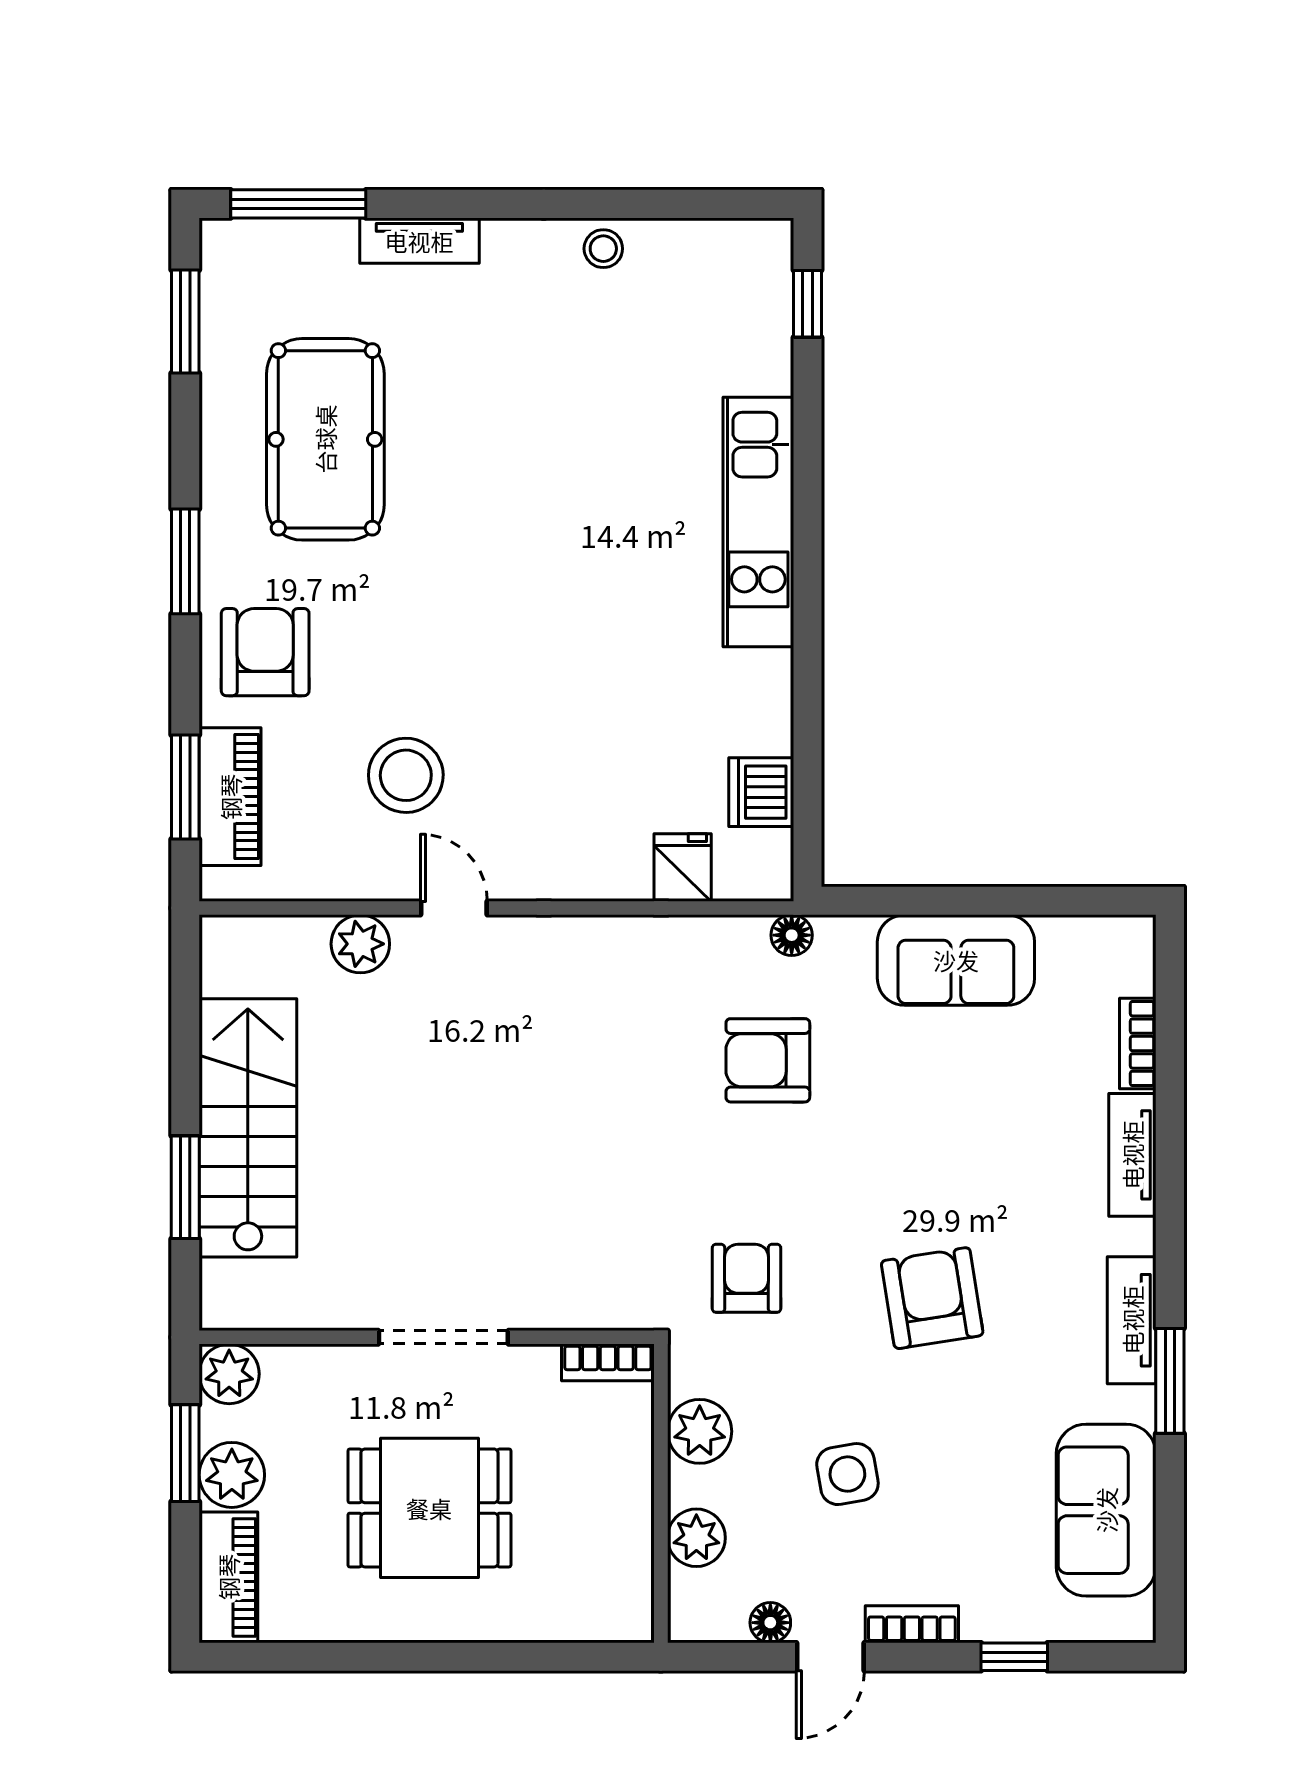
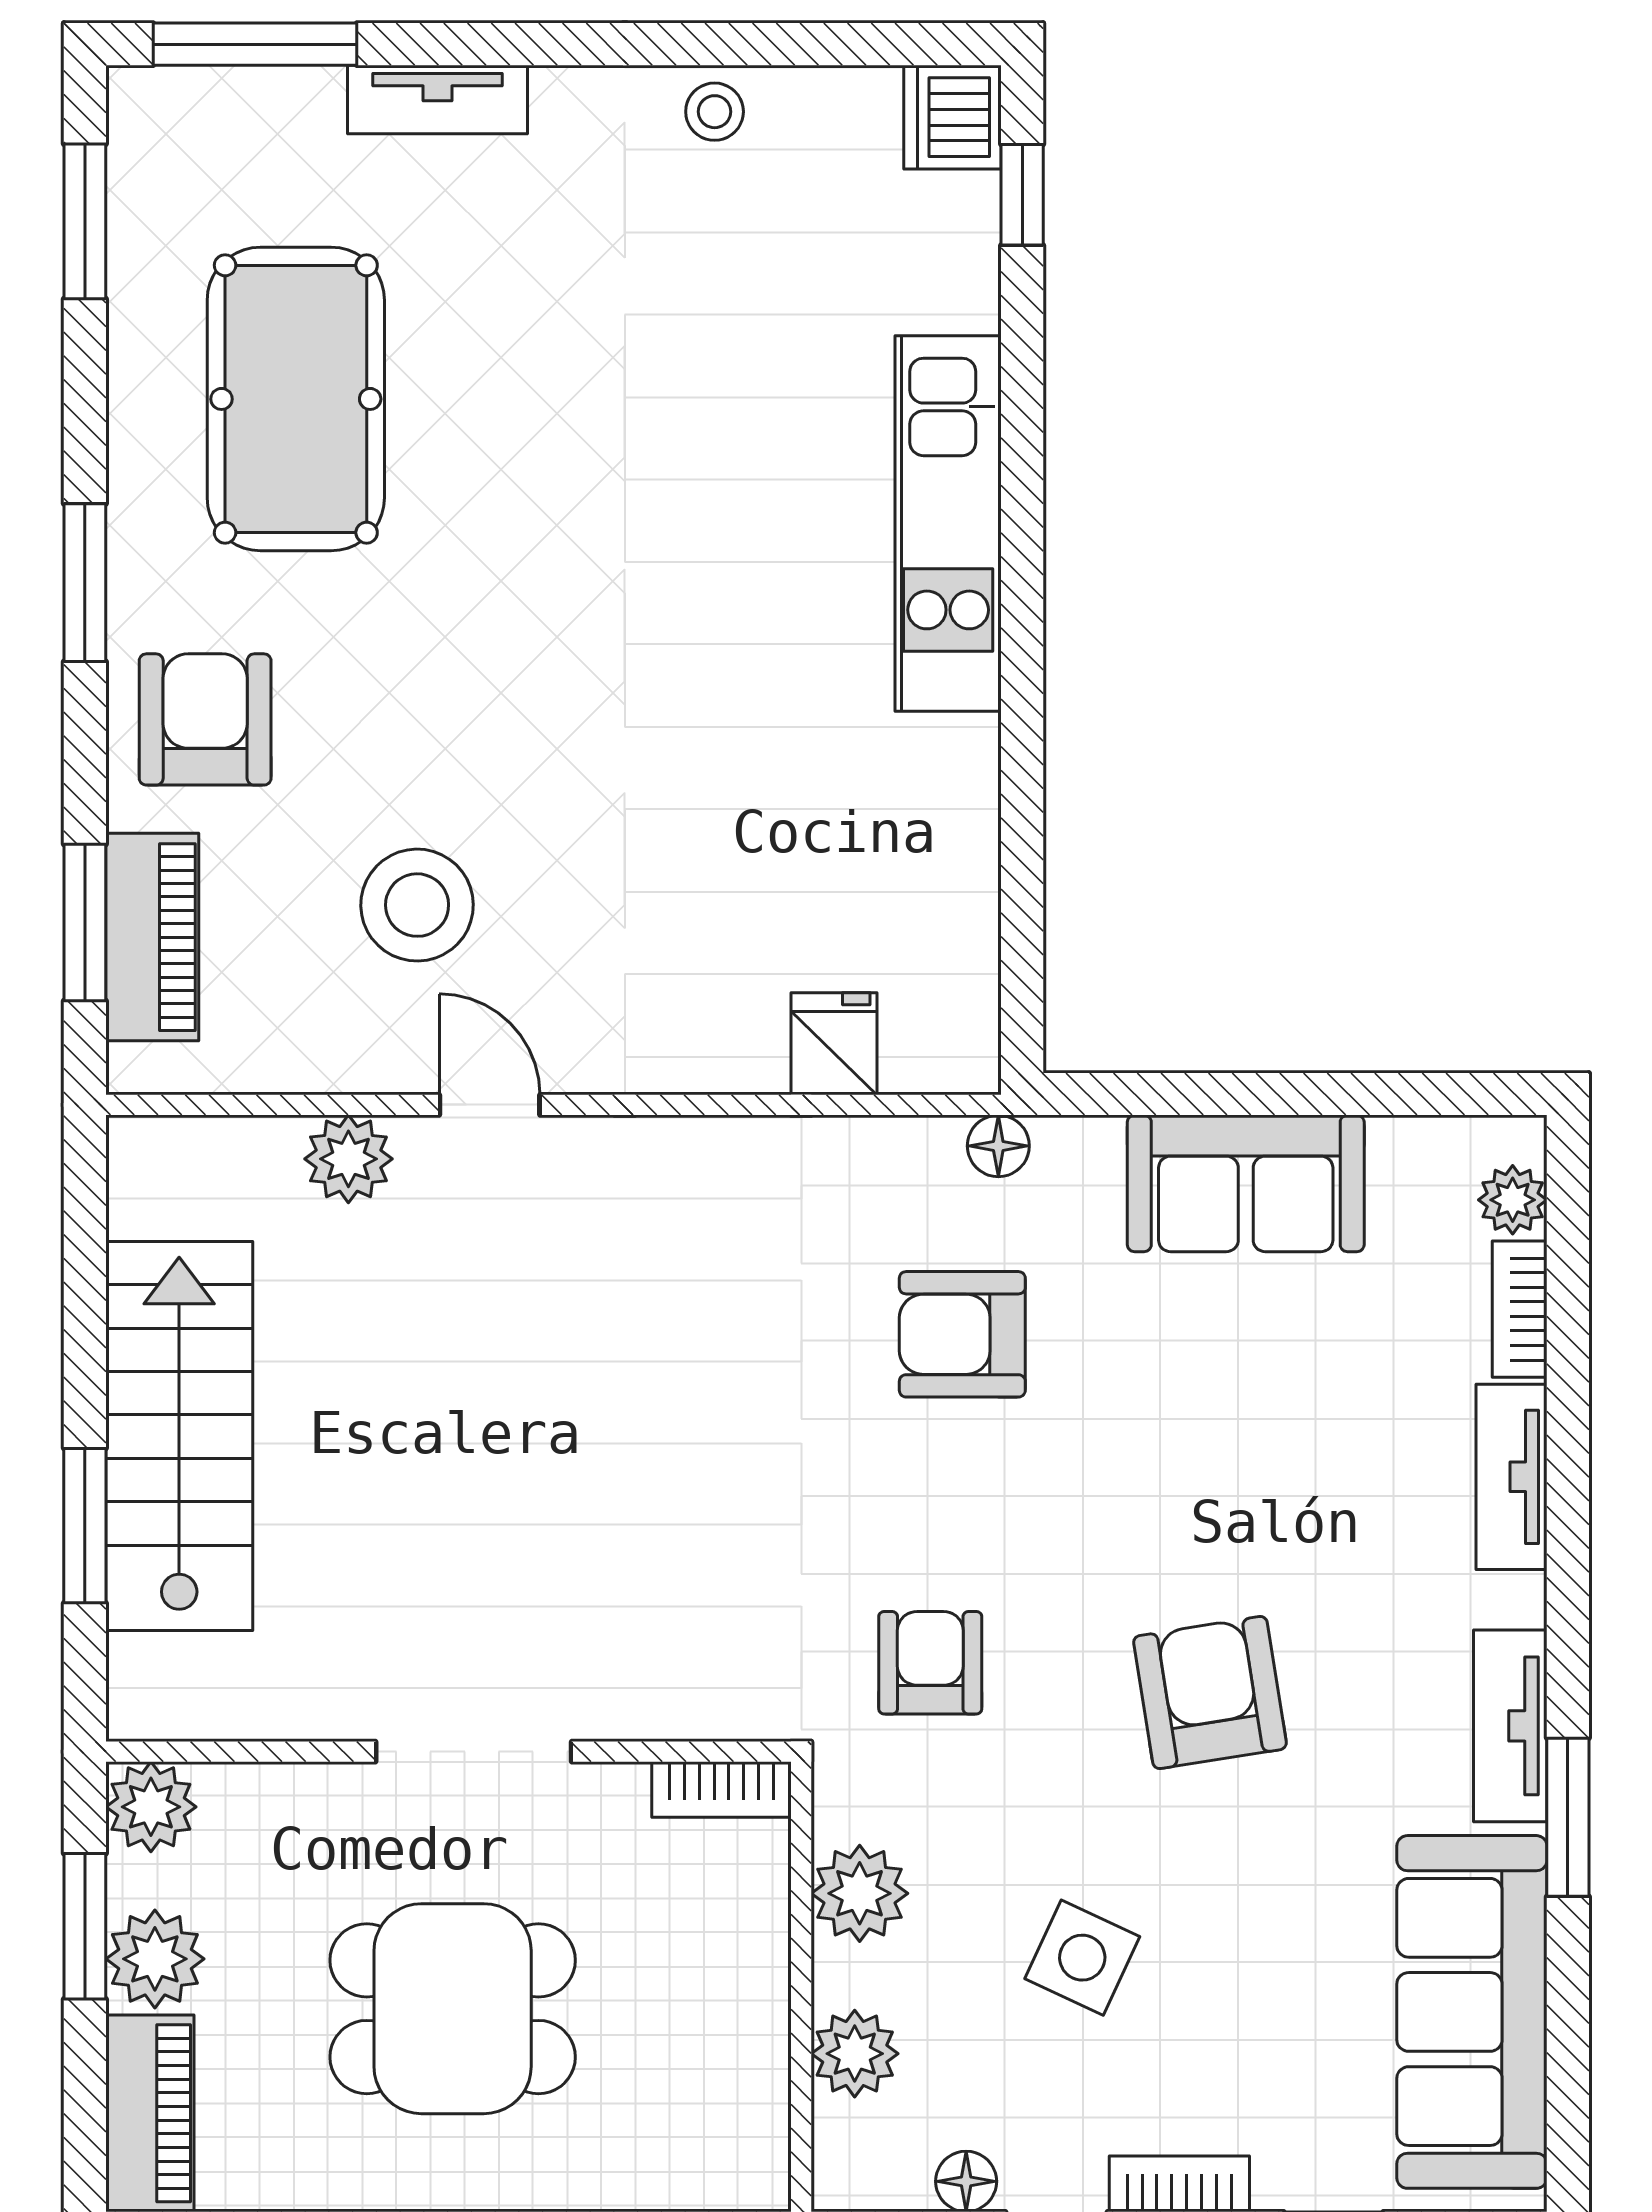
dishwasher: (761, 792) -> (952, 117), moved
plant: (1133, 971) -> (1513, 1200), added
side table: (847, 1474) -> (1082, 1958), turned 35
sofa: (1106, 1510) -> (1472, 2012), width x1.36

